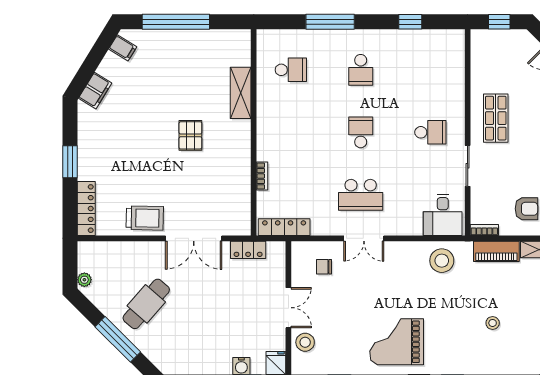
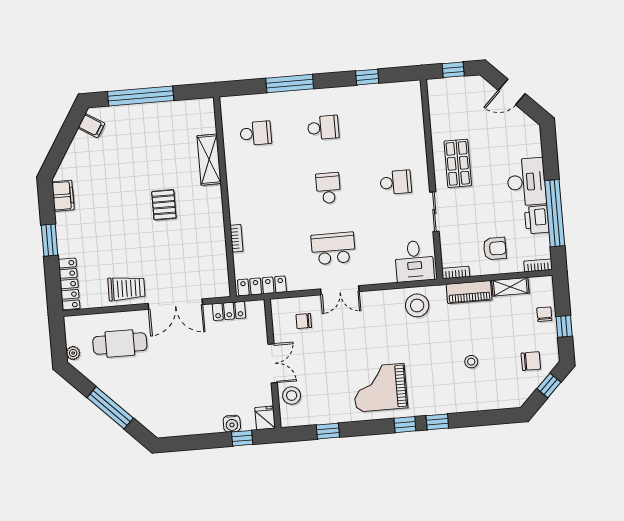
school desk: (361, 70) -> (323, 128), turned -90
filing cabinet: (95, 91) -> (63, 196), moved, turned -32
school desk: (361, 195) -> (333, 248), turned 180
cafe table: (146, 304) -> (120, 344), moved, turned 49

